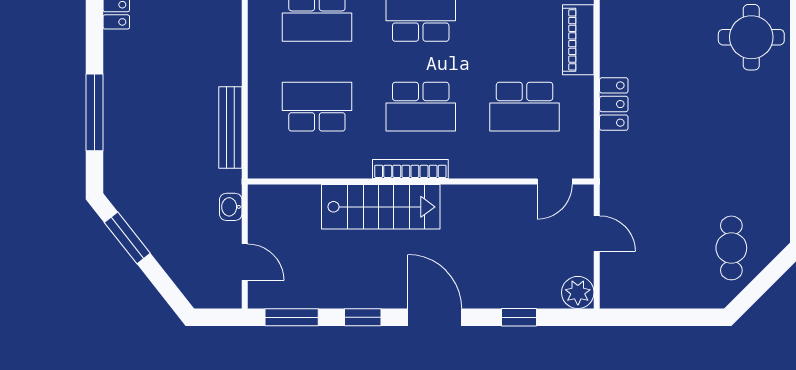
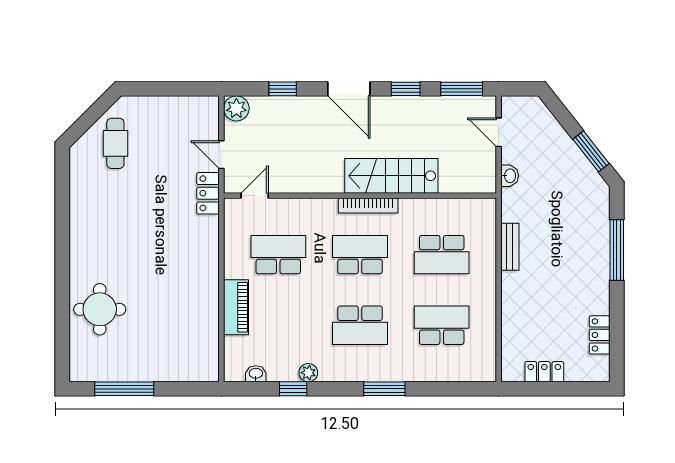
locker: (614, 104) -> (208, 193), moved
bench: (230, 127) -> (510, 247), width x0.73

